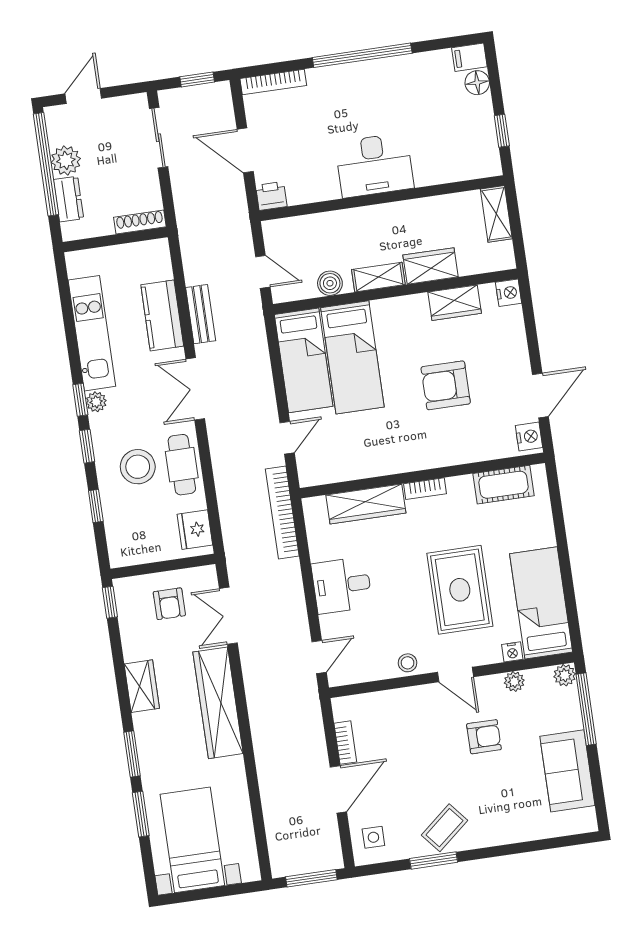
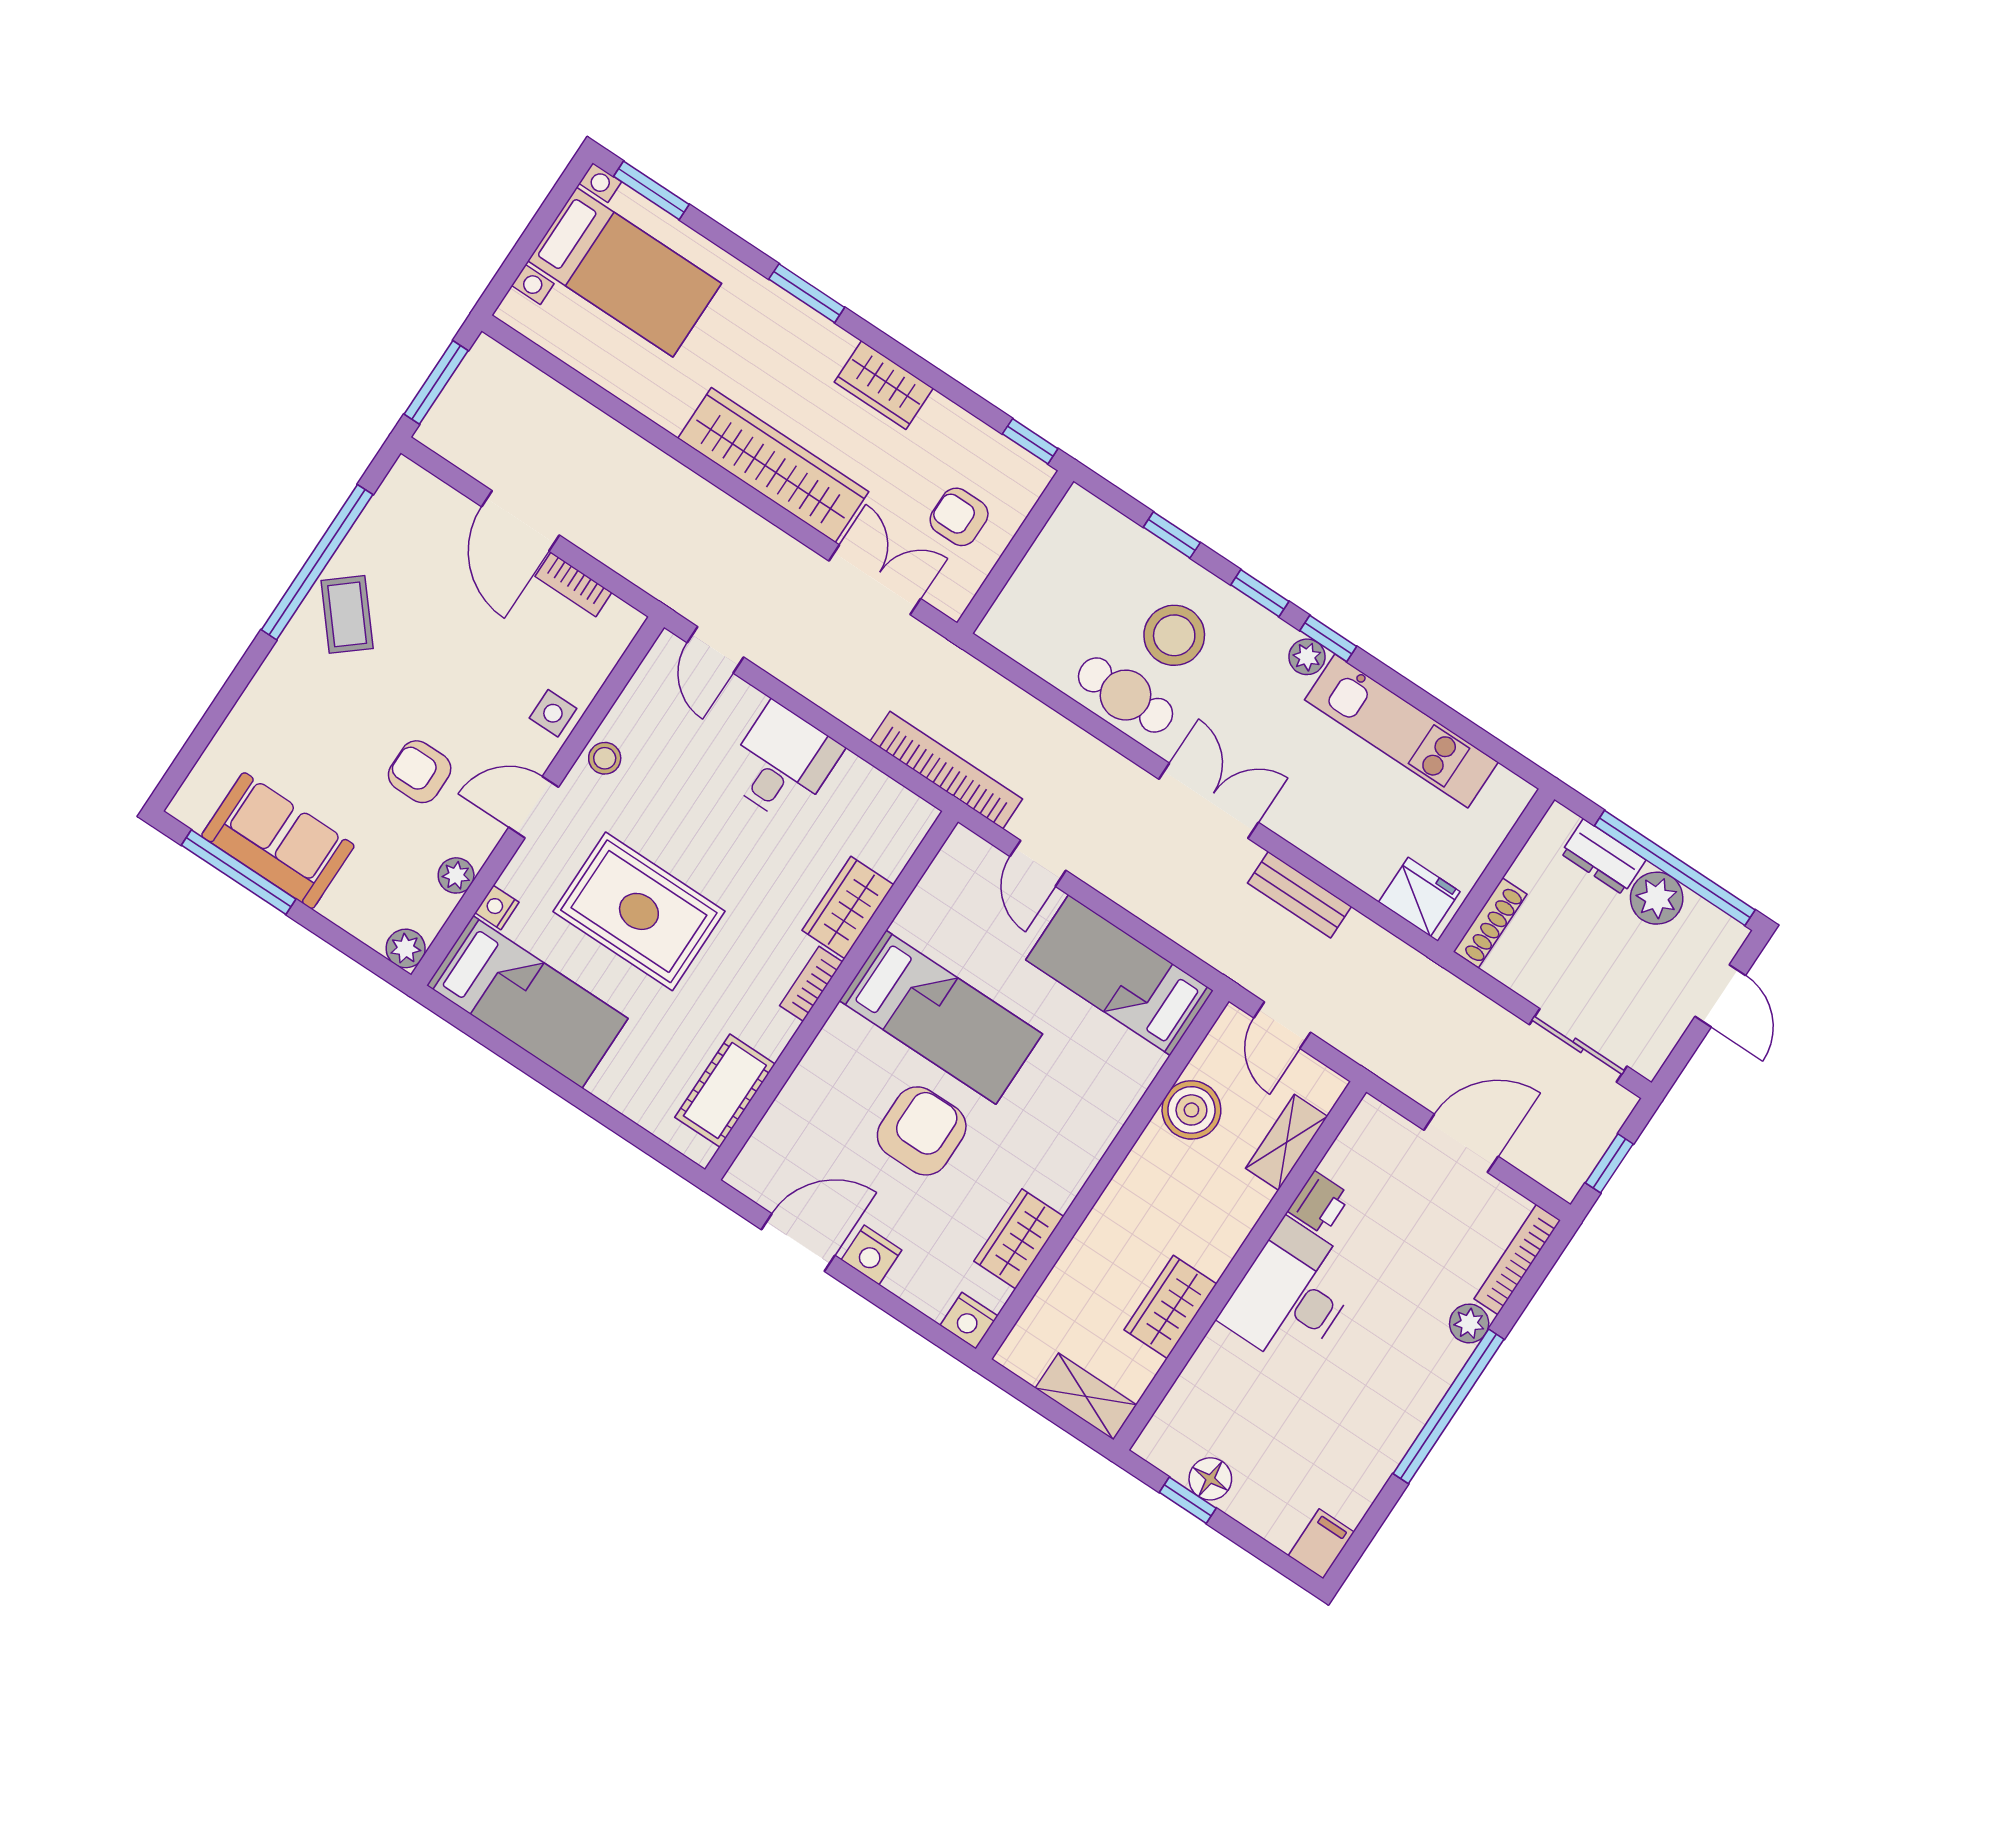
plant: (319, 78) -> (1469, 1323), added
floor lamp: (477, 83) -> (1210, 1479), moved
printer: (271, 196) -> (1319, 1203), moved
wardrobe: (431, 266) -> (1170, 1307), moved, turned 180
door: (263, 272) -> (1282, 1025), hinge flipped
shelving: (378, 277) -> (1287, 1142), moved
boiler: (330, 283) -> (1191, 1110), width x1.36, depth x1.36
kitchen counter: (162, 315) -> (1343, 843), removed
bed: (352, 357) -> (941, 1017), moved, turned 180
door: (540, 396) -> (798, 1242), swing flipped
nightstand: (529, 436) -> (871, 1255), moved
wardrobe: (366, 504) -> (848, 908), width x0.67
fridge: (195, 530) -> (1419, 897), moved
window: (586, 709) -> (239, 872), moved
armchair: (484, 737) -> (420, 772), turned 90
window: (141, 814) -> (651, 190), moved
side table: (373, 837) -> (553, 713), moved
window: (434, 860) -> (317, 562), width x2.11

